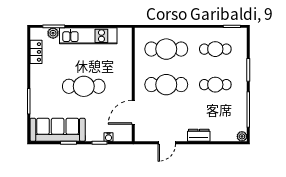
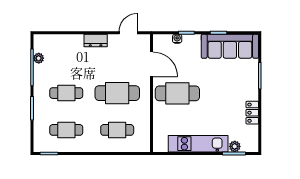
cafe table: (166, 49) -> (117, 130), width x0.73, depth x0.74
locker: (36, 52) -> (252, 113), moved
cafe table: (84, 86) -> (177, 93), moved
door: (133, 112) -> (151, 64), hinge flipped
dresser: (199, 135) -> (96, 41), moved
plant: (242, 136) -> (39, 58), moved
door: (167, 143) -> (128, 33), moved

